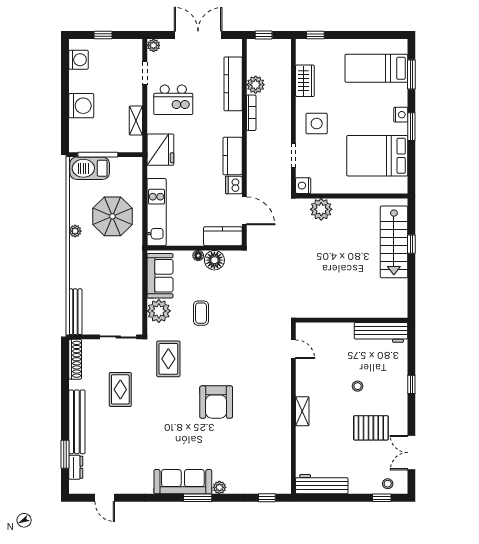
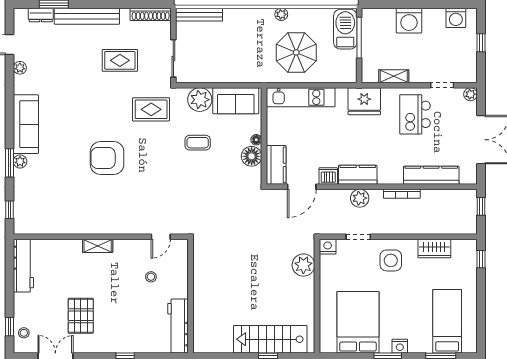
plant: (256, 85) -> (360, 198), moved
stool: (358, 386) -> (151, 277), moved
plant: (128, 488) -> (20, 68), added
window: (198, 498) -> (9, 163), moved

